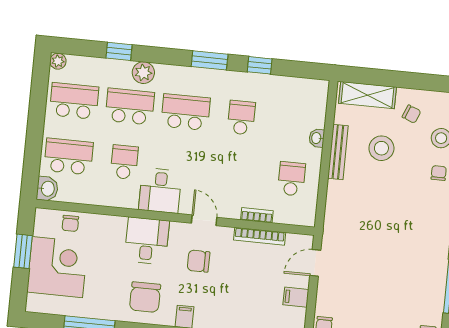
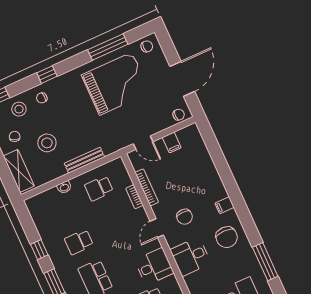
bench: (338, 152) -> (84, 160), moved
grand piano: (404, 271) -> (116, 84), added
chair: (145, 297) -> (227, 237), turned 90

